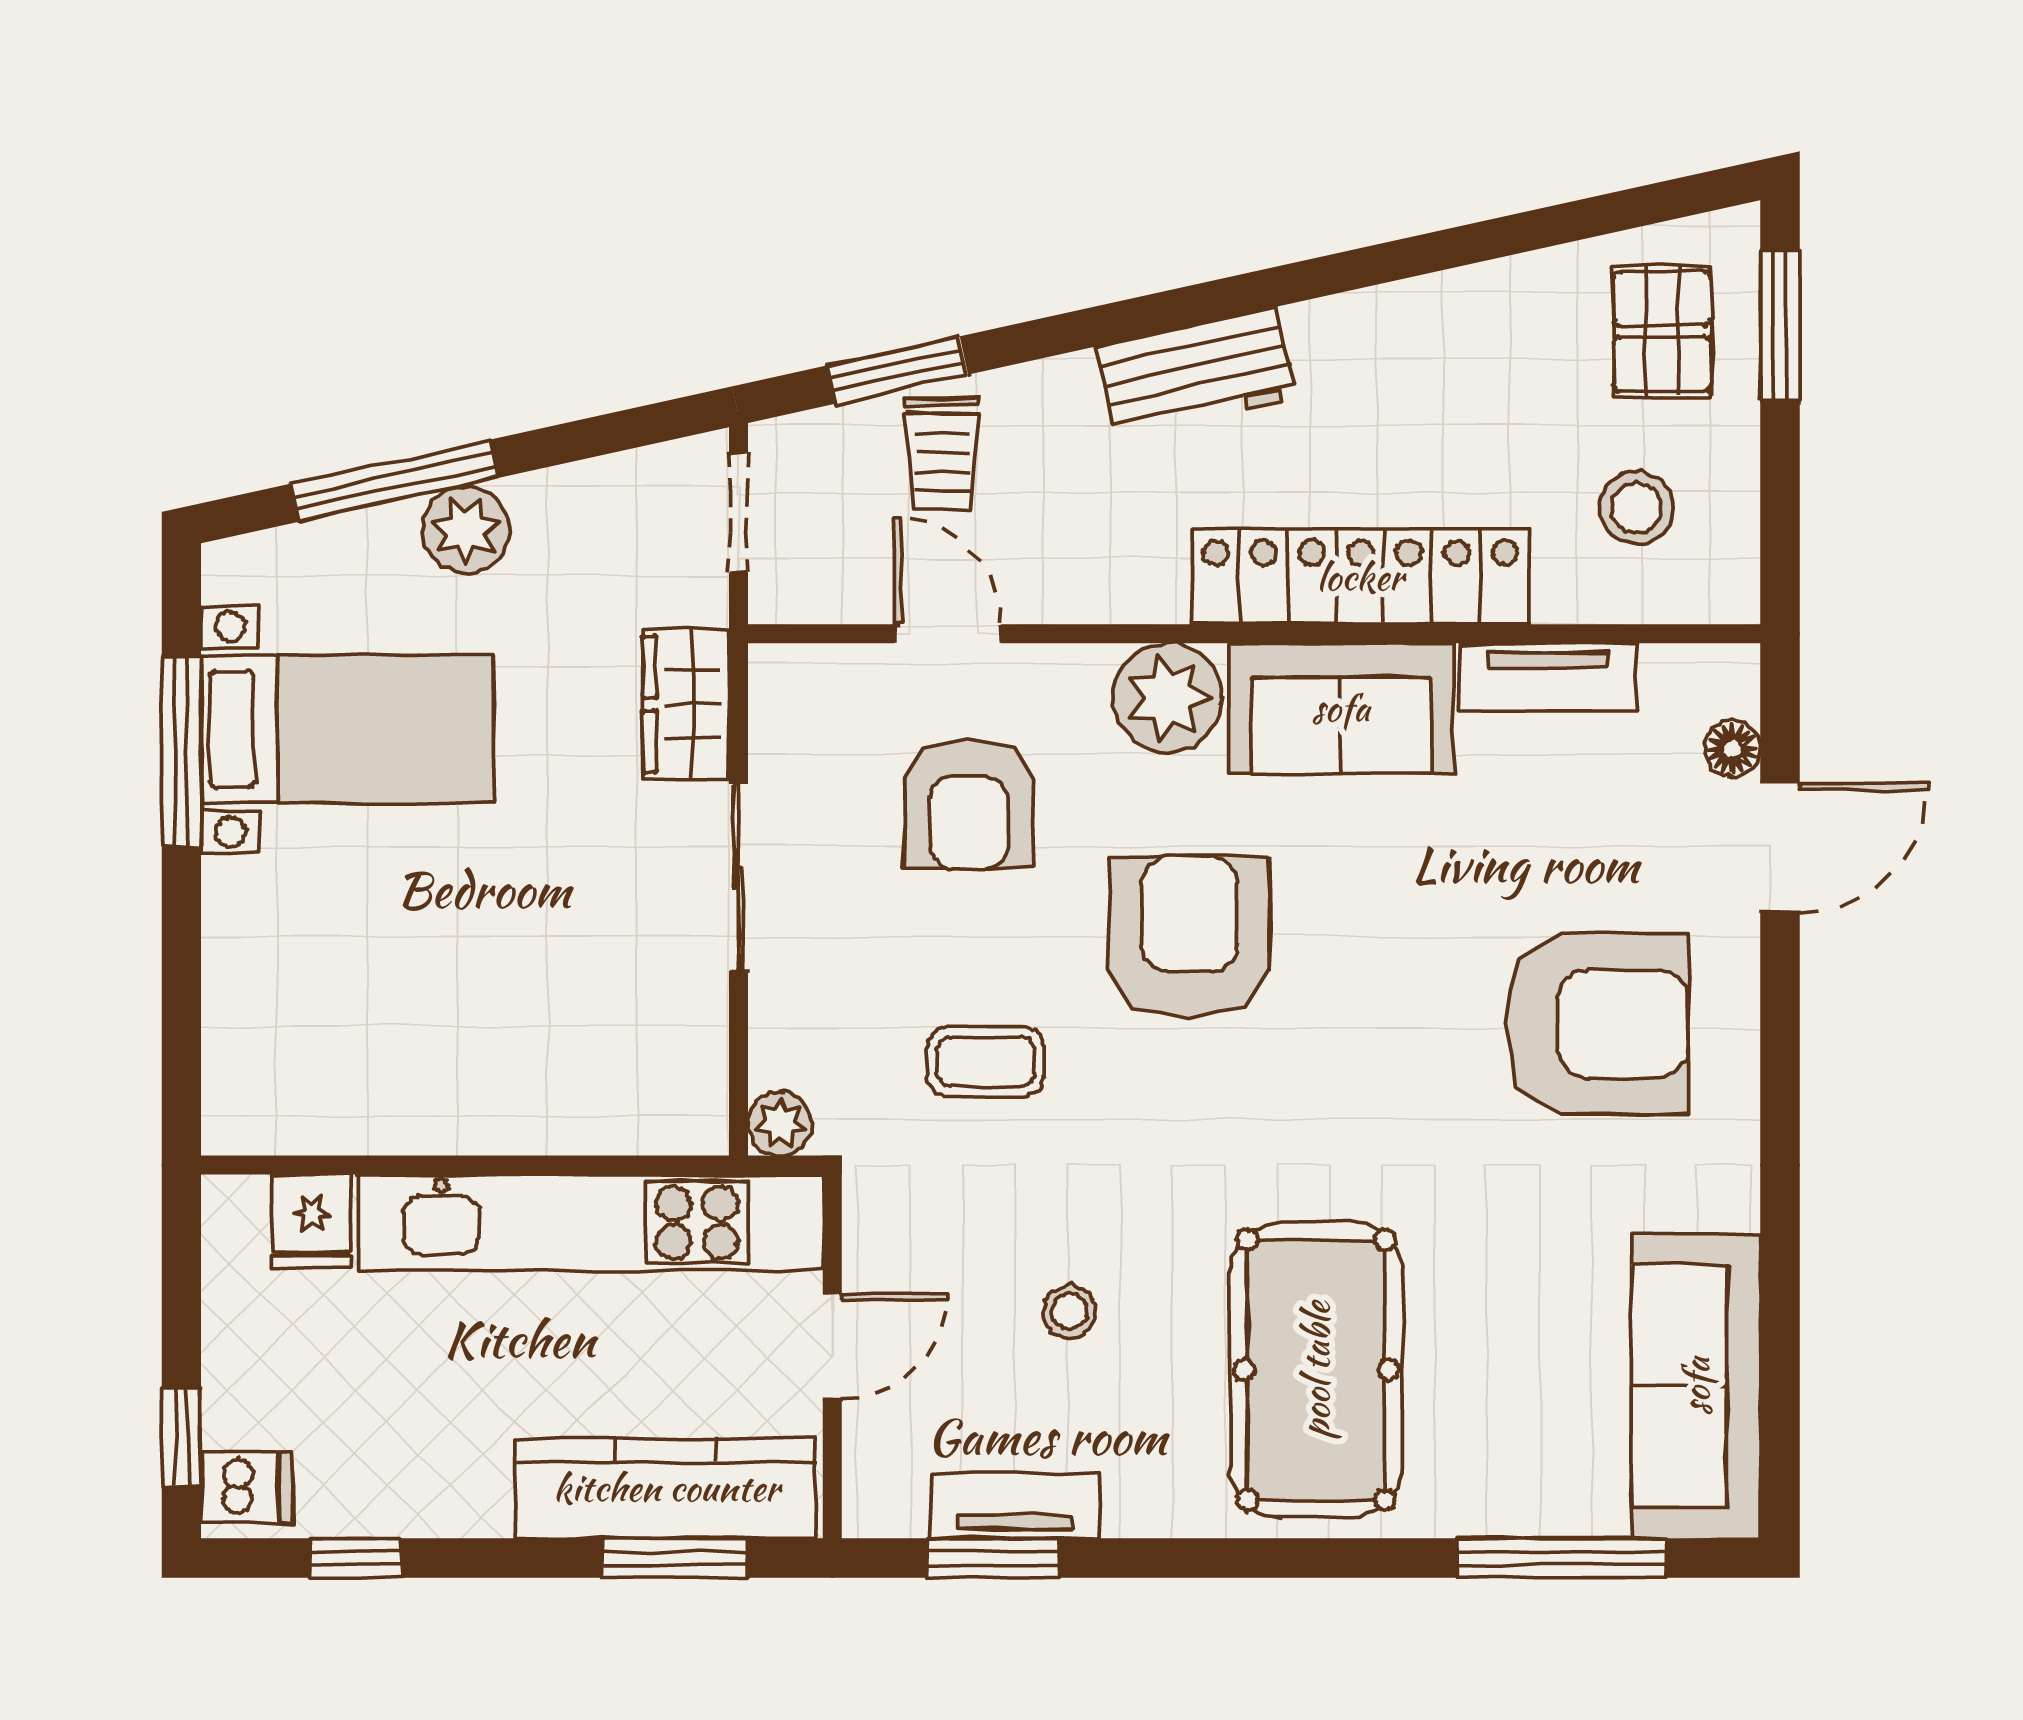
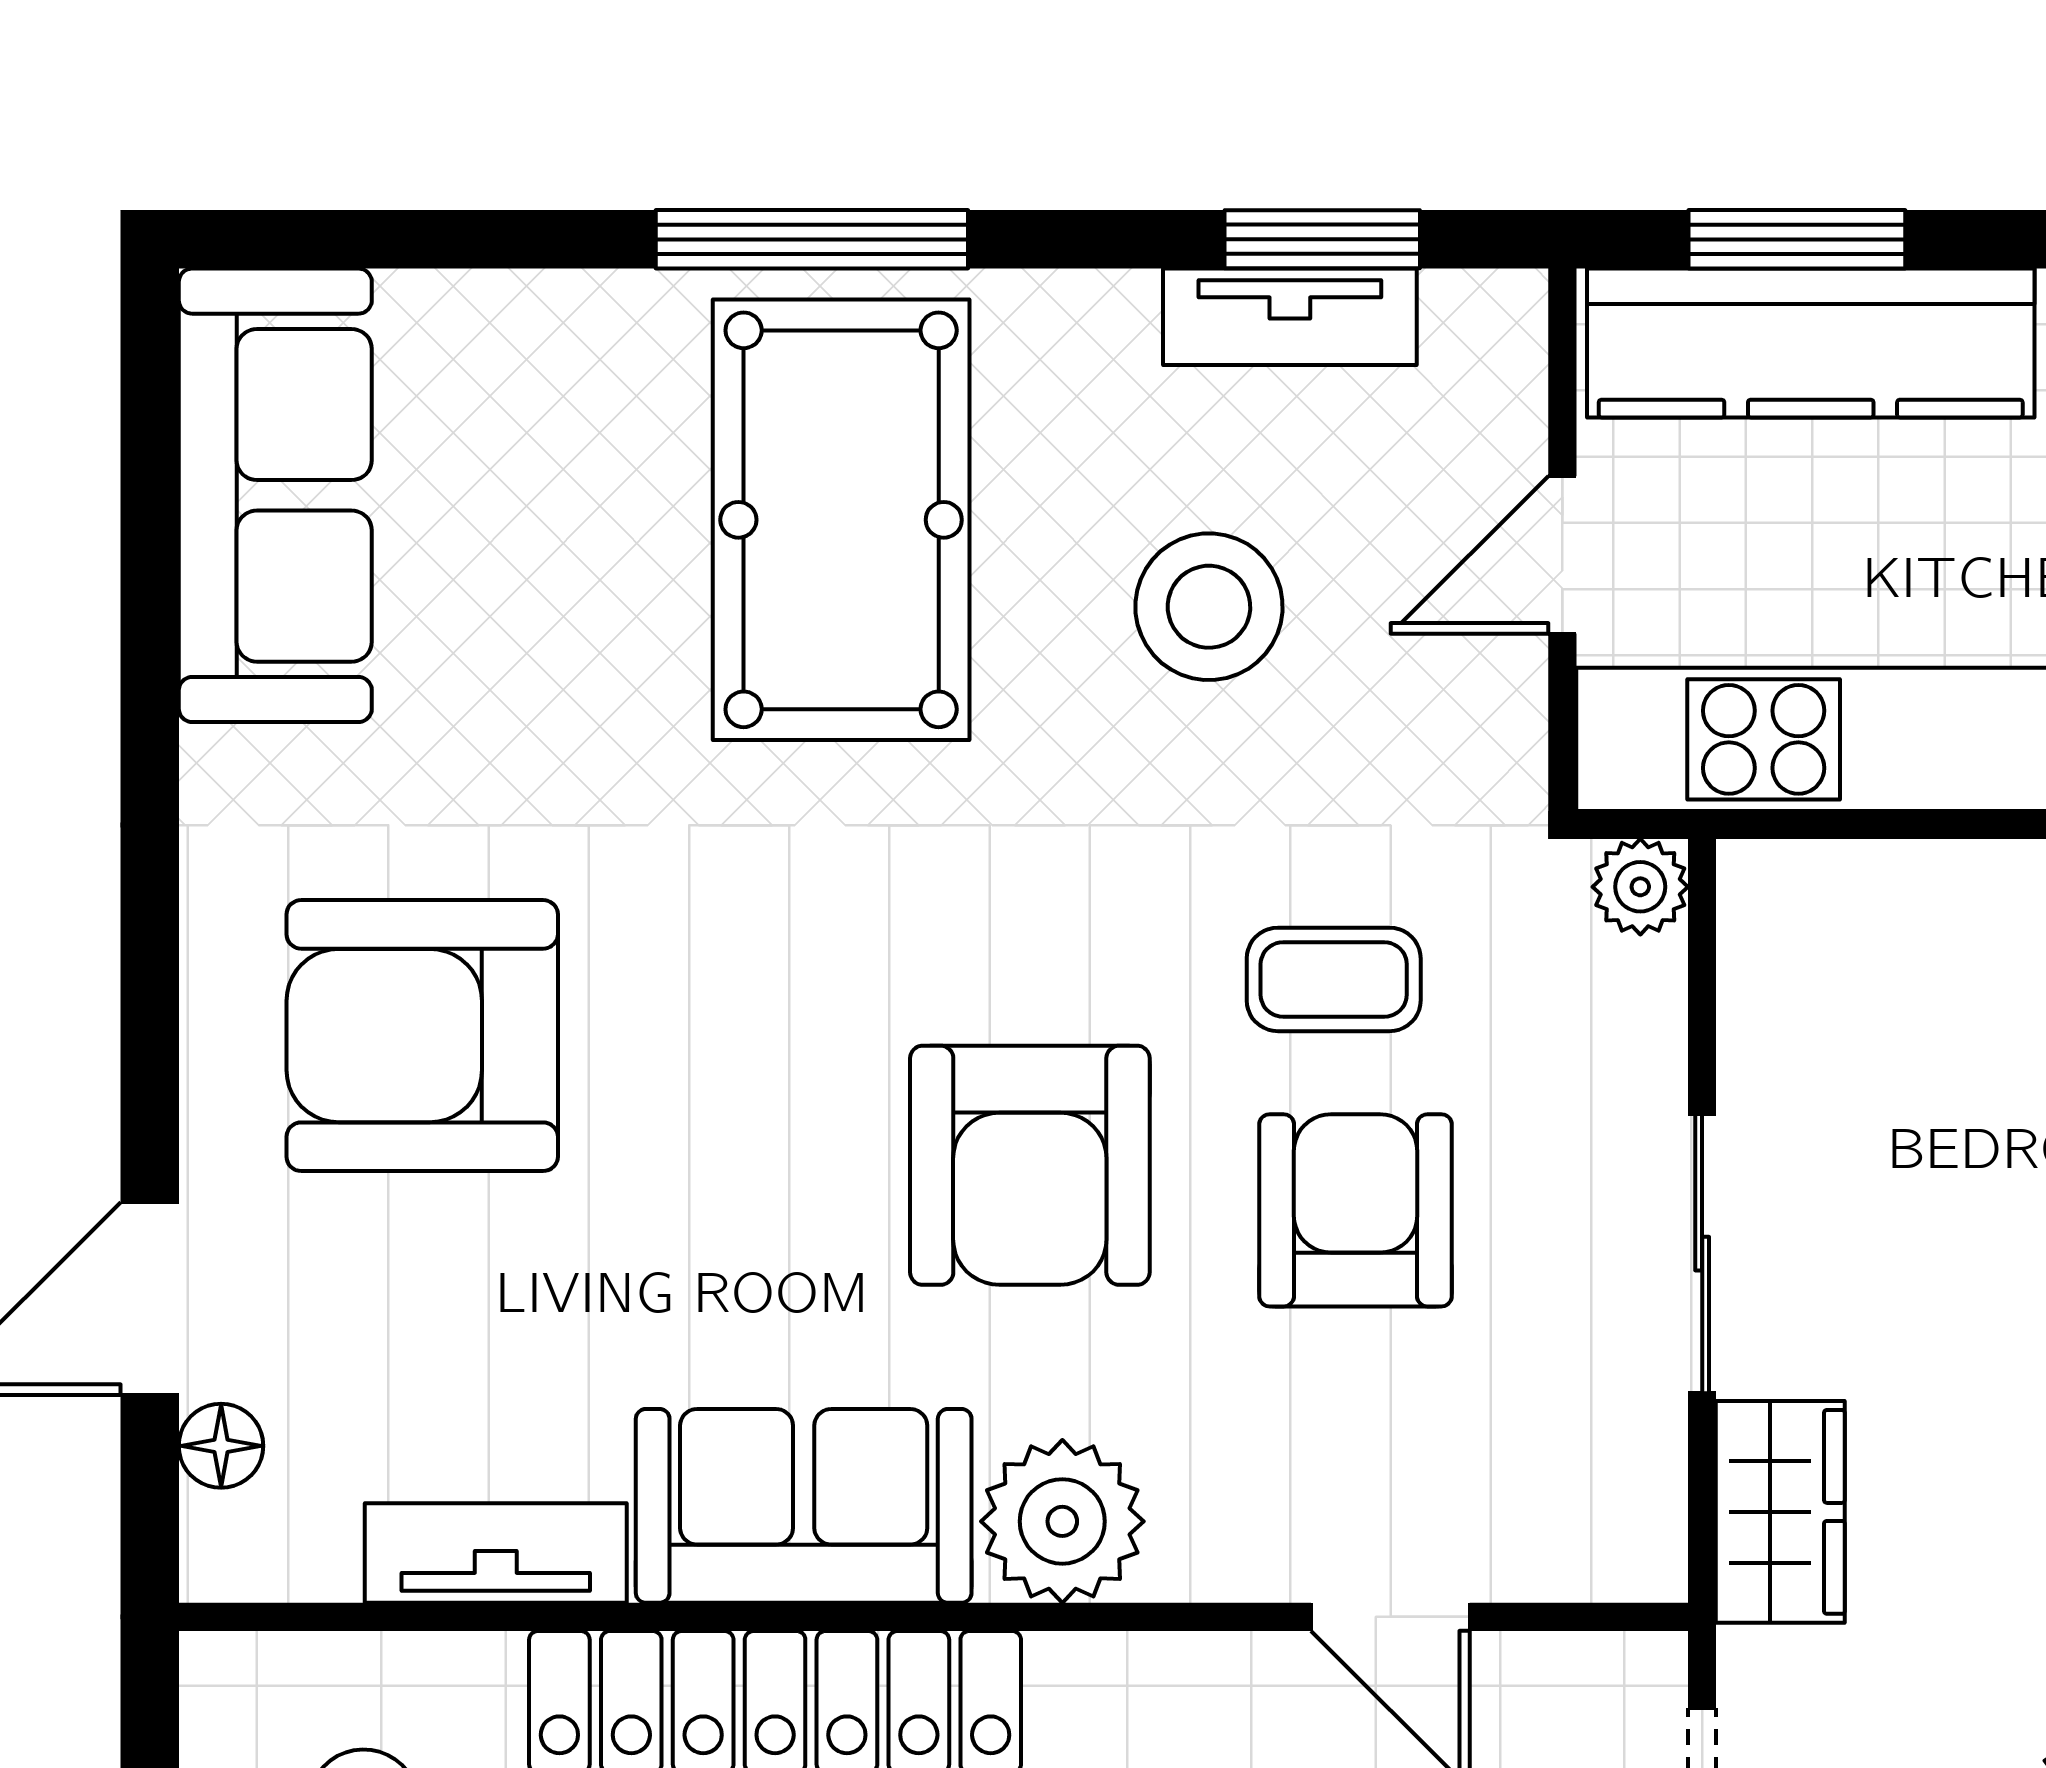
armchair: (969, 804) -> (1356, 1210), moved
stool: (1069, 1311) -> (1209, 607), width x1.89, depth x1.89
window: (1561, 1558) -> (812, 239), moved

